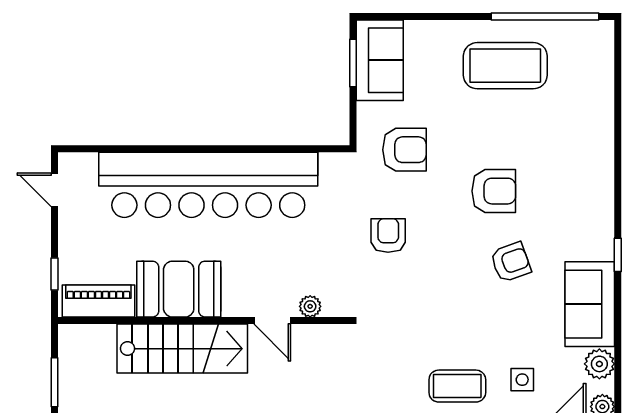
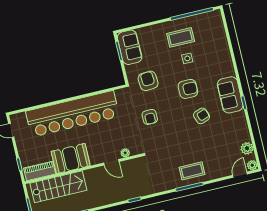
coffee table: (505, 66) -> (181, 37), width x0.73, depth x0.76
armchair: (404, 150) -> (148, 81), turned -94
armchair: (388, 236) -> (150, 117), turned 180
sofa: (590, 304) -> (230, 95), moved
stairs: (182, 349) -> (58, 187), moved
side table: (522, 380) -> (187, 58), moved

